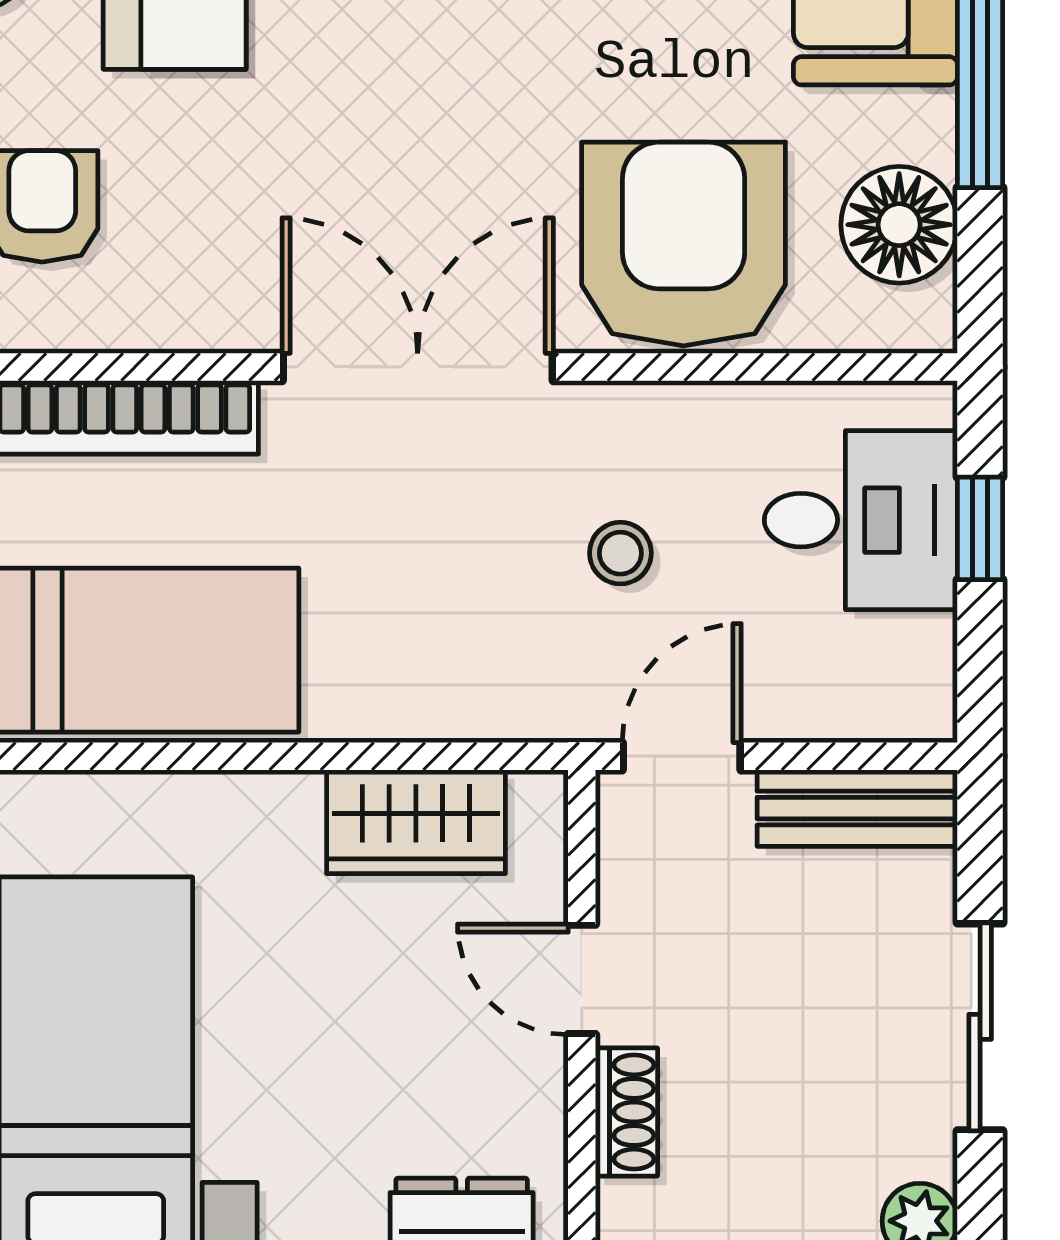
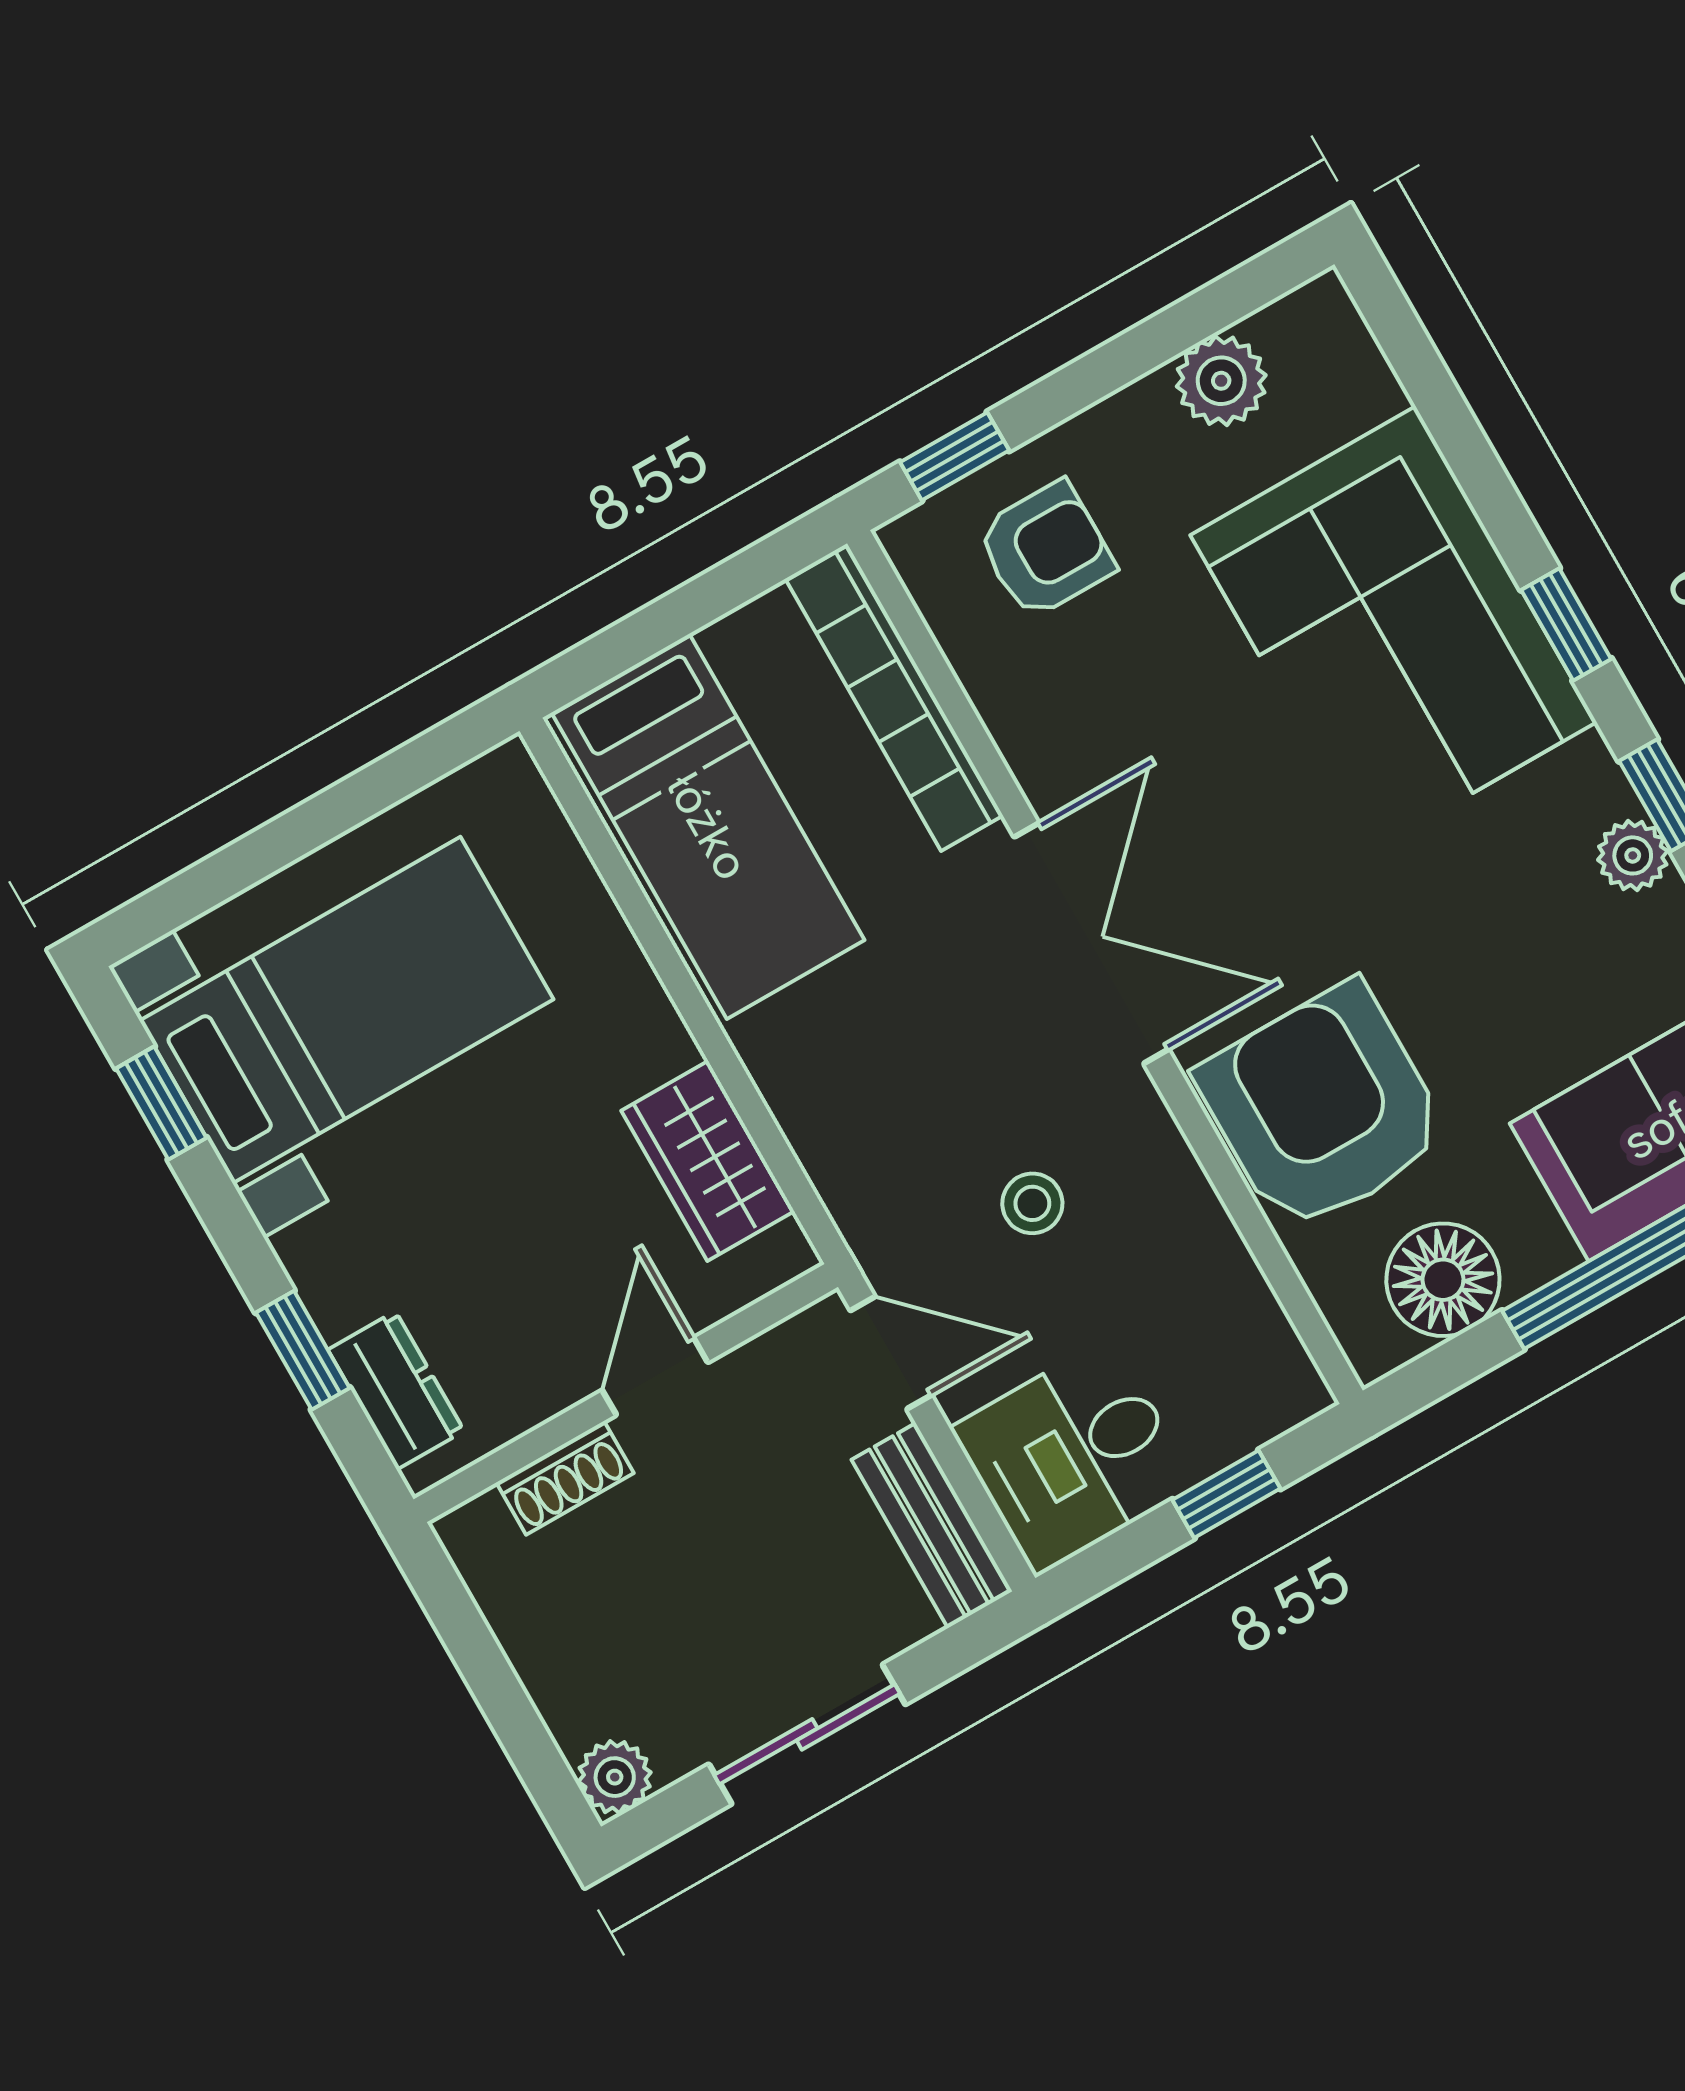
armchair: (684, 244) -> (1323, 1108), turned -90
desk: (861, 520) -> (1073, 1456), moved, turned 90

